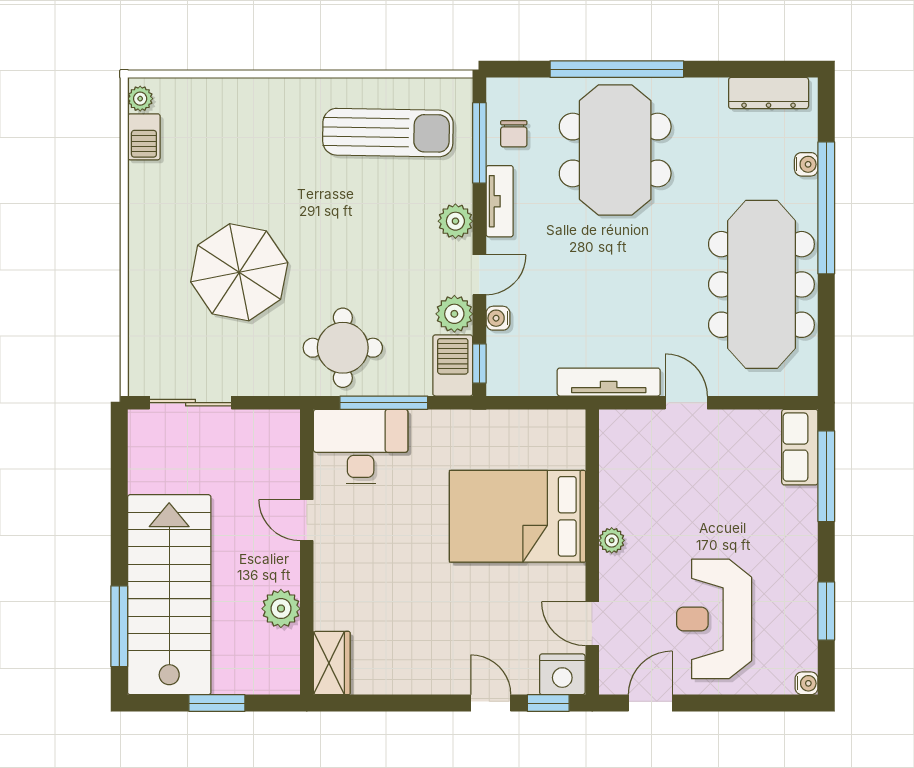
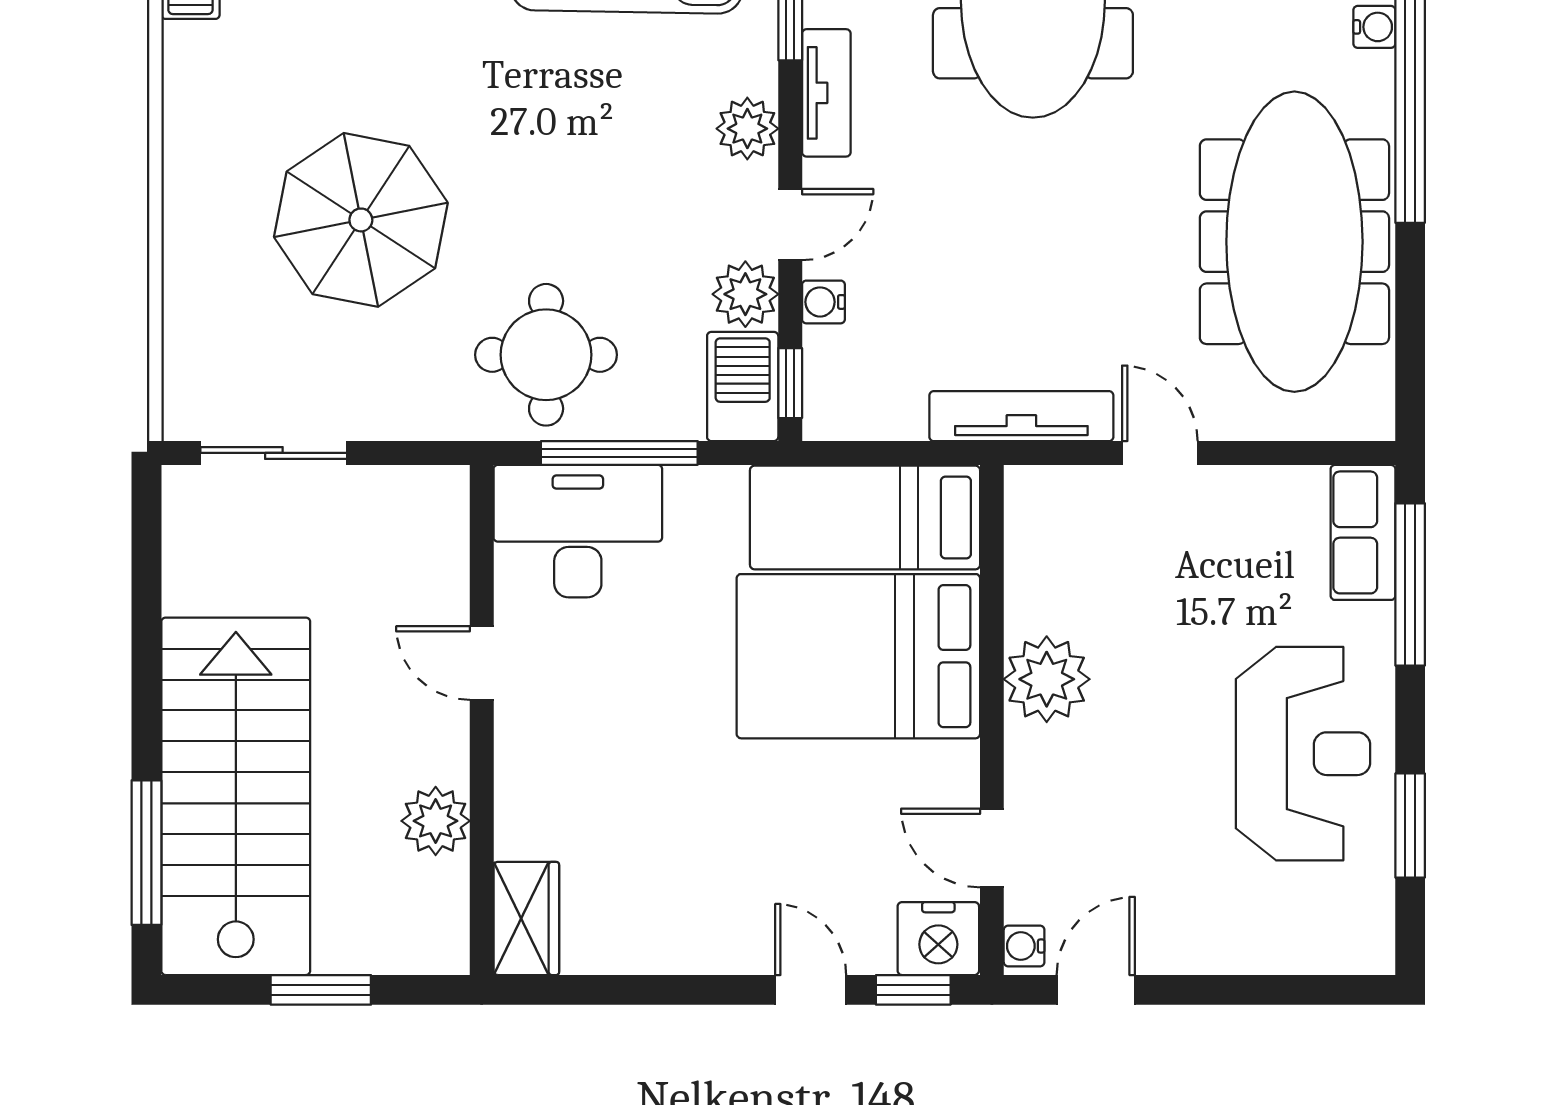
bed: (521, 439) -> (865, 518), added
plant: (612, 540) -> (1047, 679), width x1.88, depth x1.88
reception desk: (714, 619) -> (1303, 754), moved, turned 180
water cooler: (807, 683) -> (1024, 946), moved, turned 180

